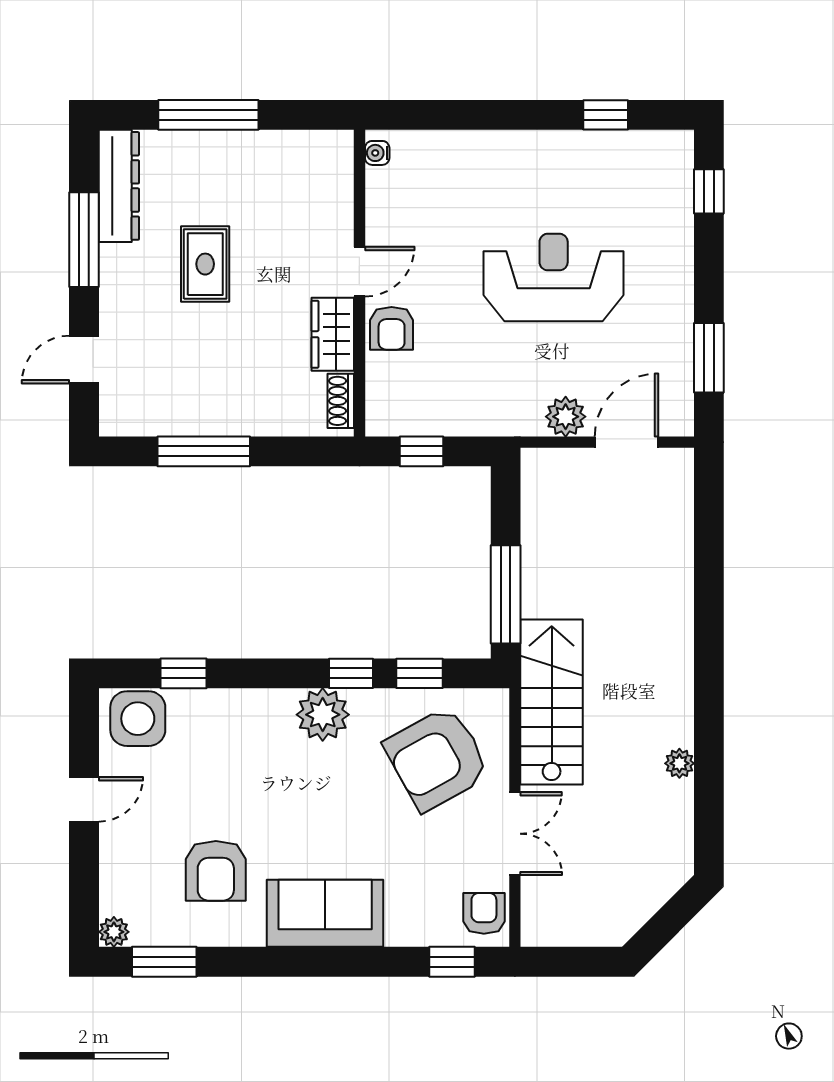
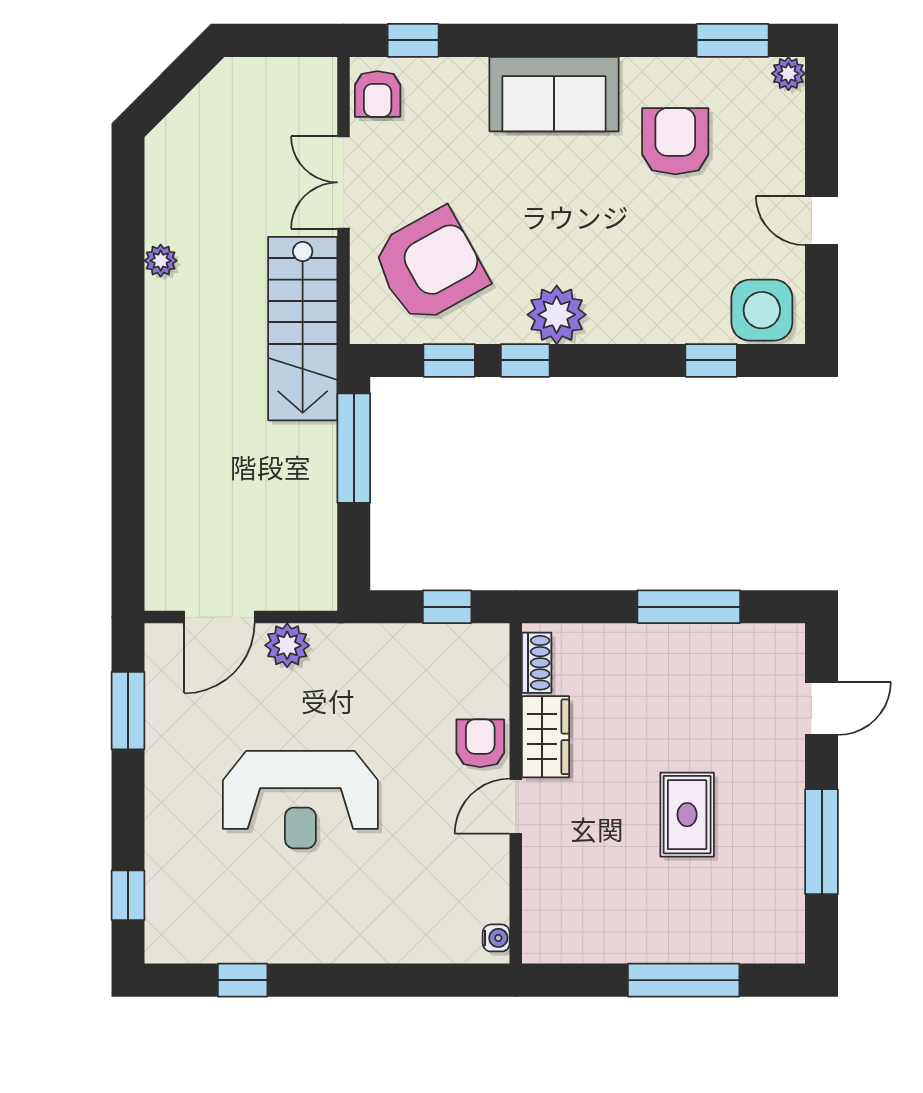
dresser: (119, 186) -> (783, 901), removed
door: (84, 799) -> (822, 221), hinge flipped

